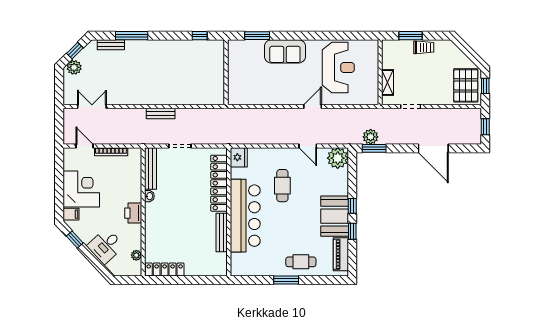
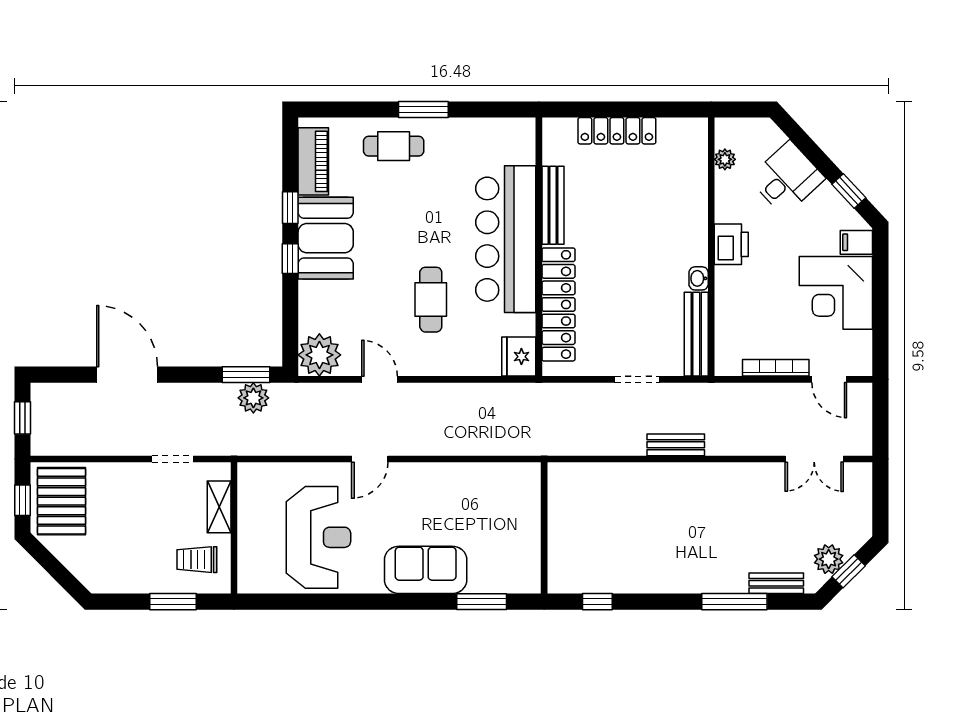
trolley: (424, 47) -> (197, 560), moved
plant: (74, 67) -> (829, 559), moved
reception desk: (338, 67) -> (318, 537), turned 180
locker: (165, 269) -> (617, 131), moved

